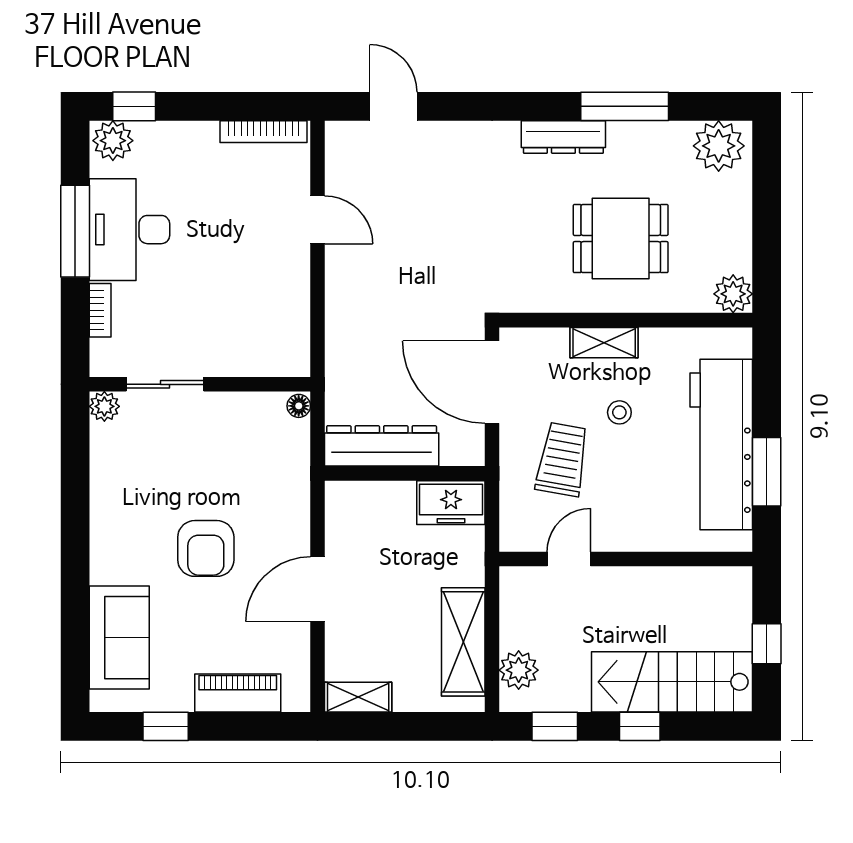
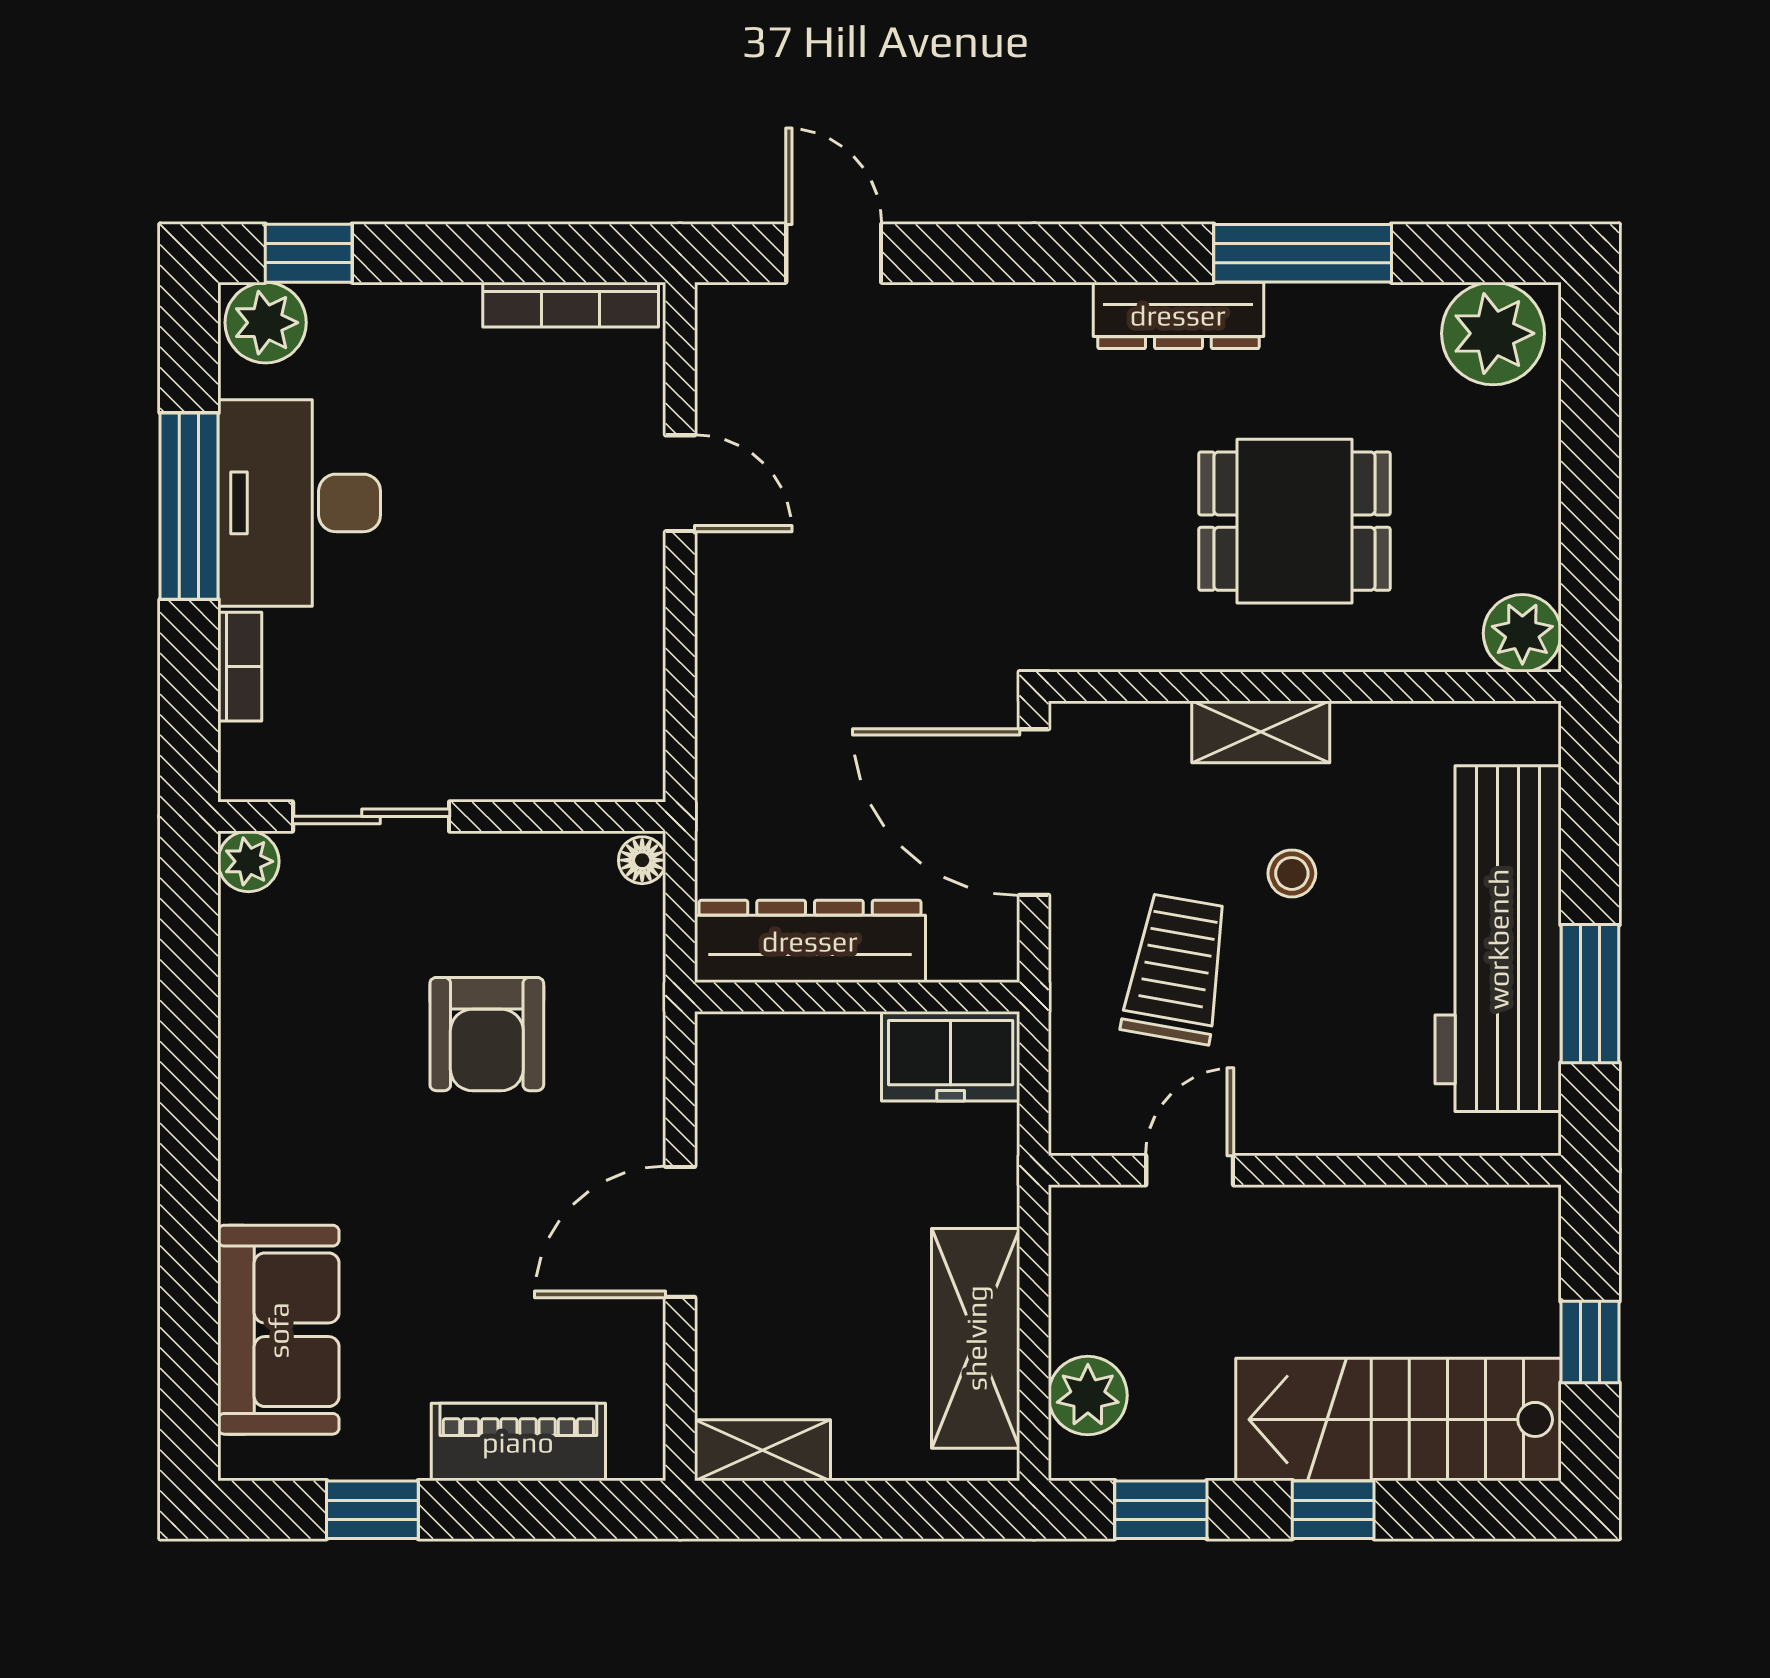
armchair: (206, 548) -> (487, 1034), moved

